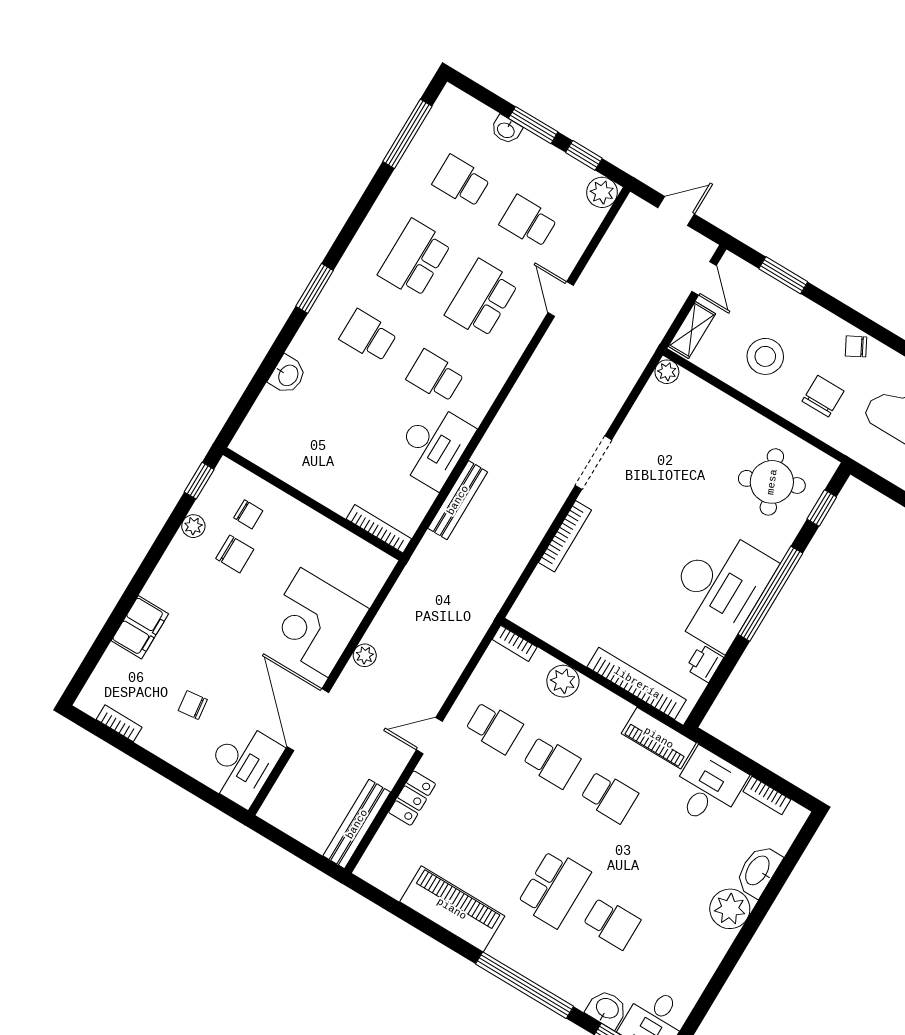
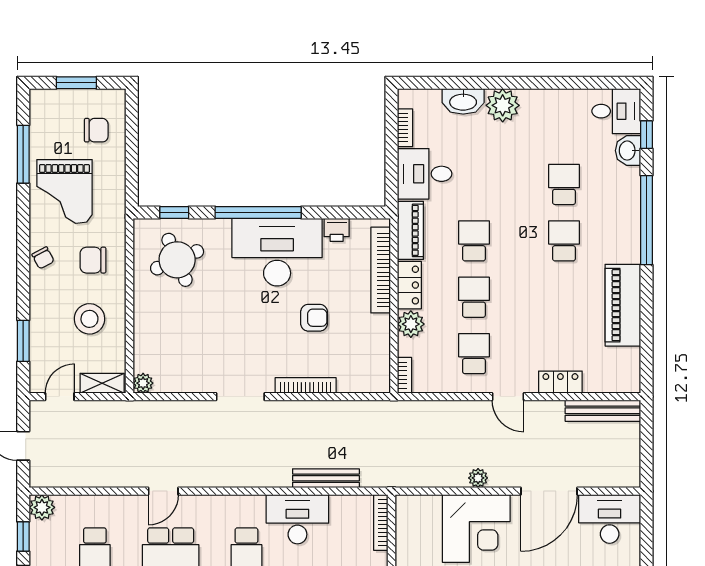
door: (561, 299) -> (163, 491), moved
armchair: (629, 586) -> (314, 318), added
locker: (604, 704) -> (409, 285), added
school desk: (554, 888) -> (564, 241), width x0.54

